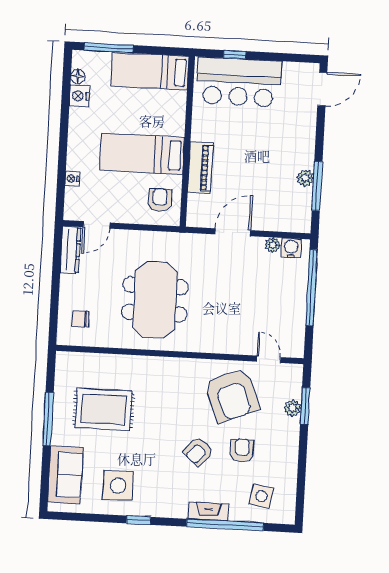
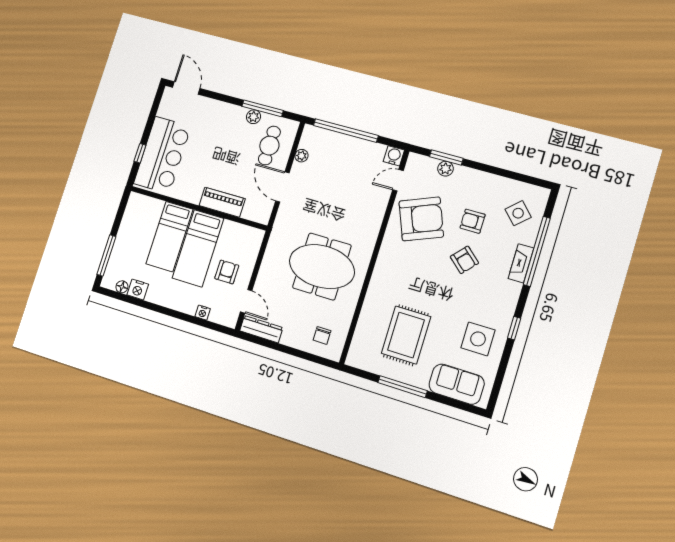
bed: (150, 71) -> (169, 236), moved
armchair: (160, 200) -> (227, 272), moved, turned 90
cafe table: (276, 205) -> (269, 146), added
water cooler: (291, 248) -> (394, 156), moved, turned 90
side table: (261, 496) -> (518, 213), turned 38

